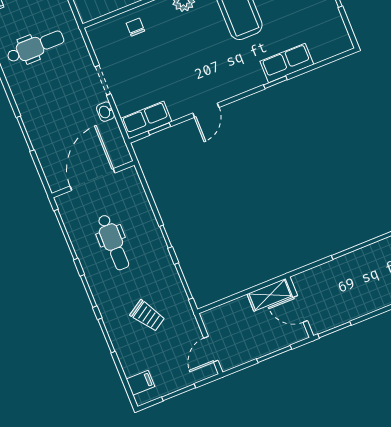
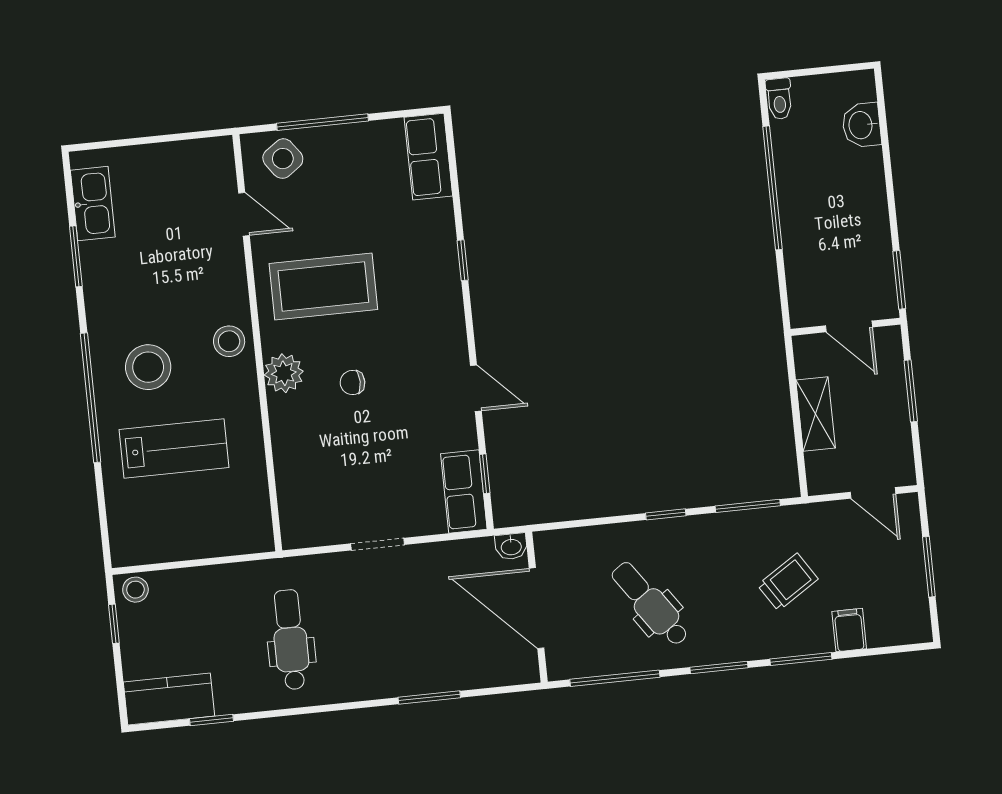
chair: (135, 27) -> (353, 383), moved
row of seats: (287, 63) -> (428, 157), moved
washbasin: (105, 112) -> (511, 546), moved
dental chair: (113, 242) -> (650, 604), turned -125
shelving: (270, 295) -> (816, 414), moved
door: (300, 309) -> (849, 326), hinge flipped
filing cabinet: (140, 383) -> (849, 630), moved

